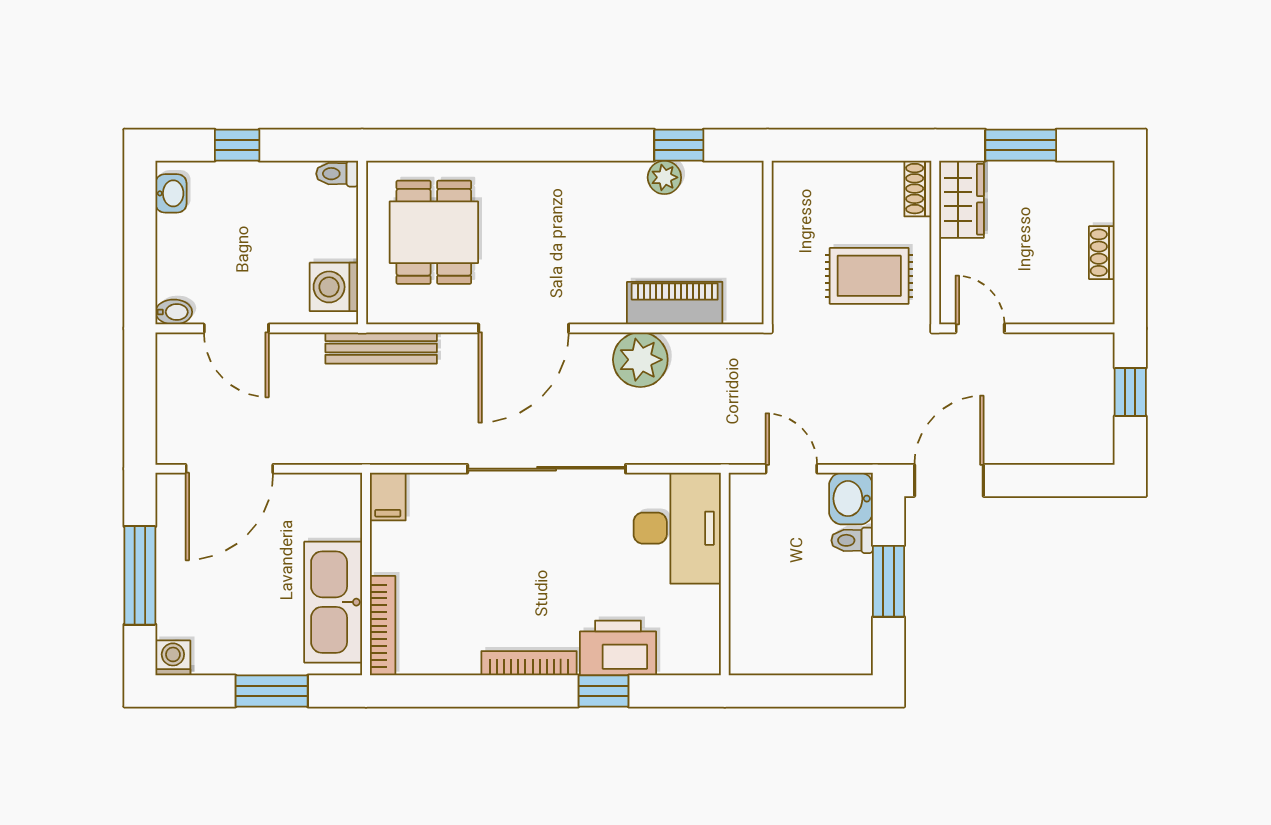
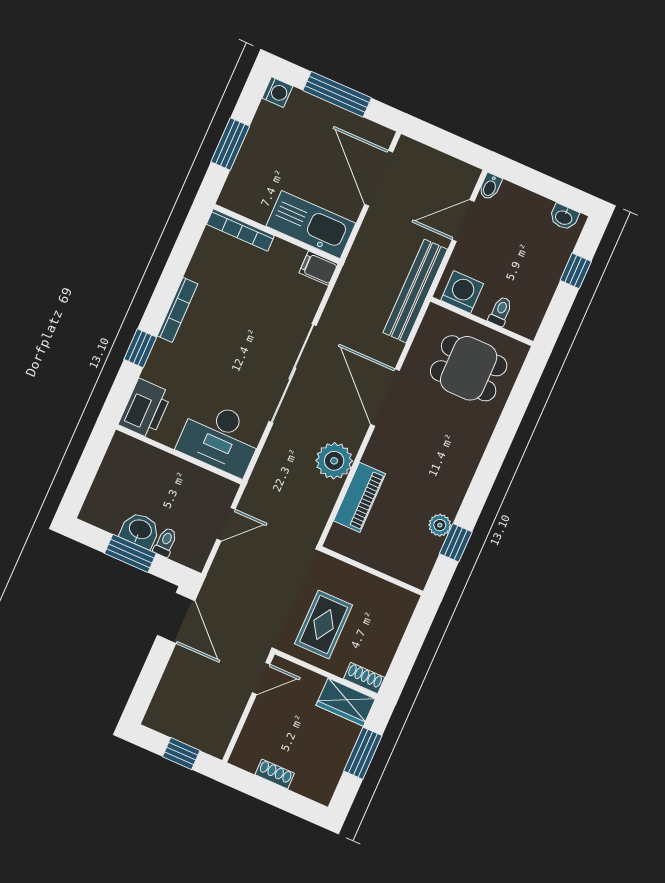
toilet: (337, 174) -> (500, 311), moved
bench: (381, 348) -> (415, 291), width x1.37, depth x1.21
washbasin: (851, 499) -> (140, 530), moved
kitchen sink: (333, 602) -> (311, 225), moved
printer: (618, 648) -> (145, 409), moved

